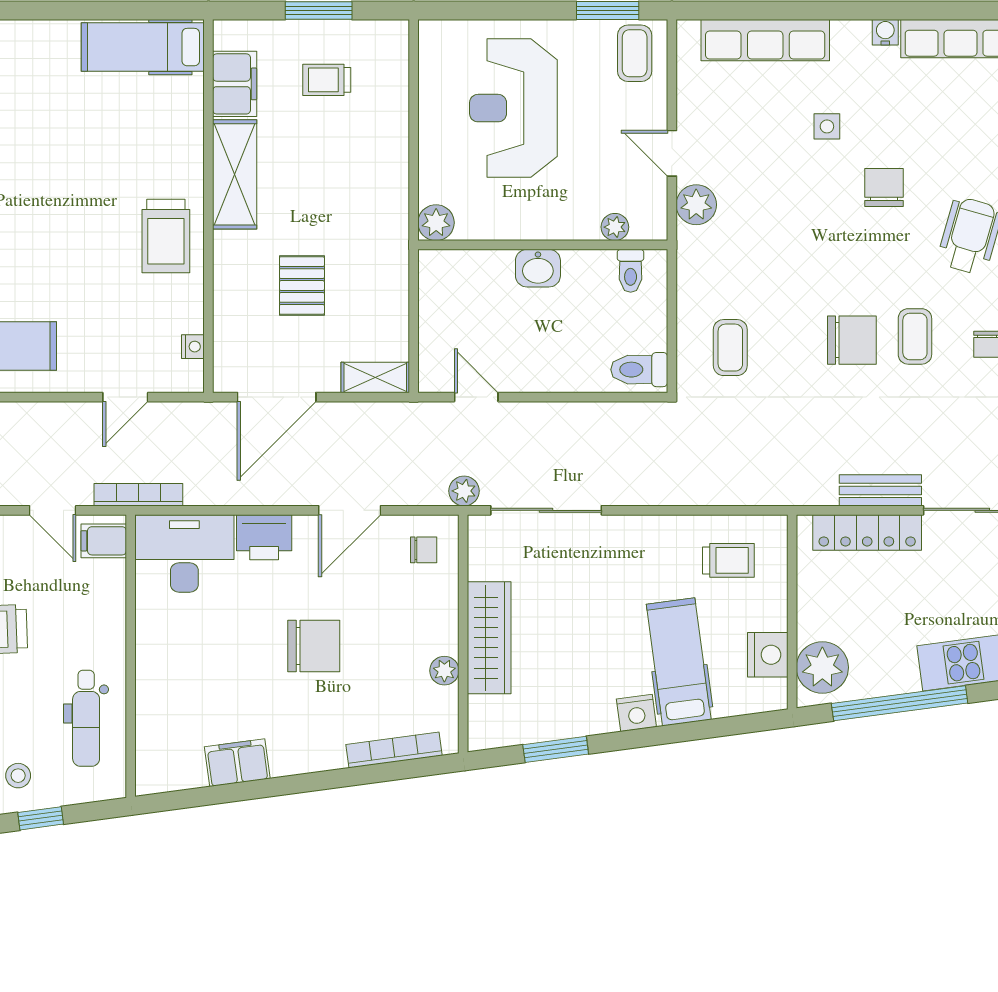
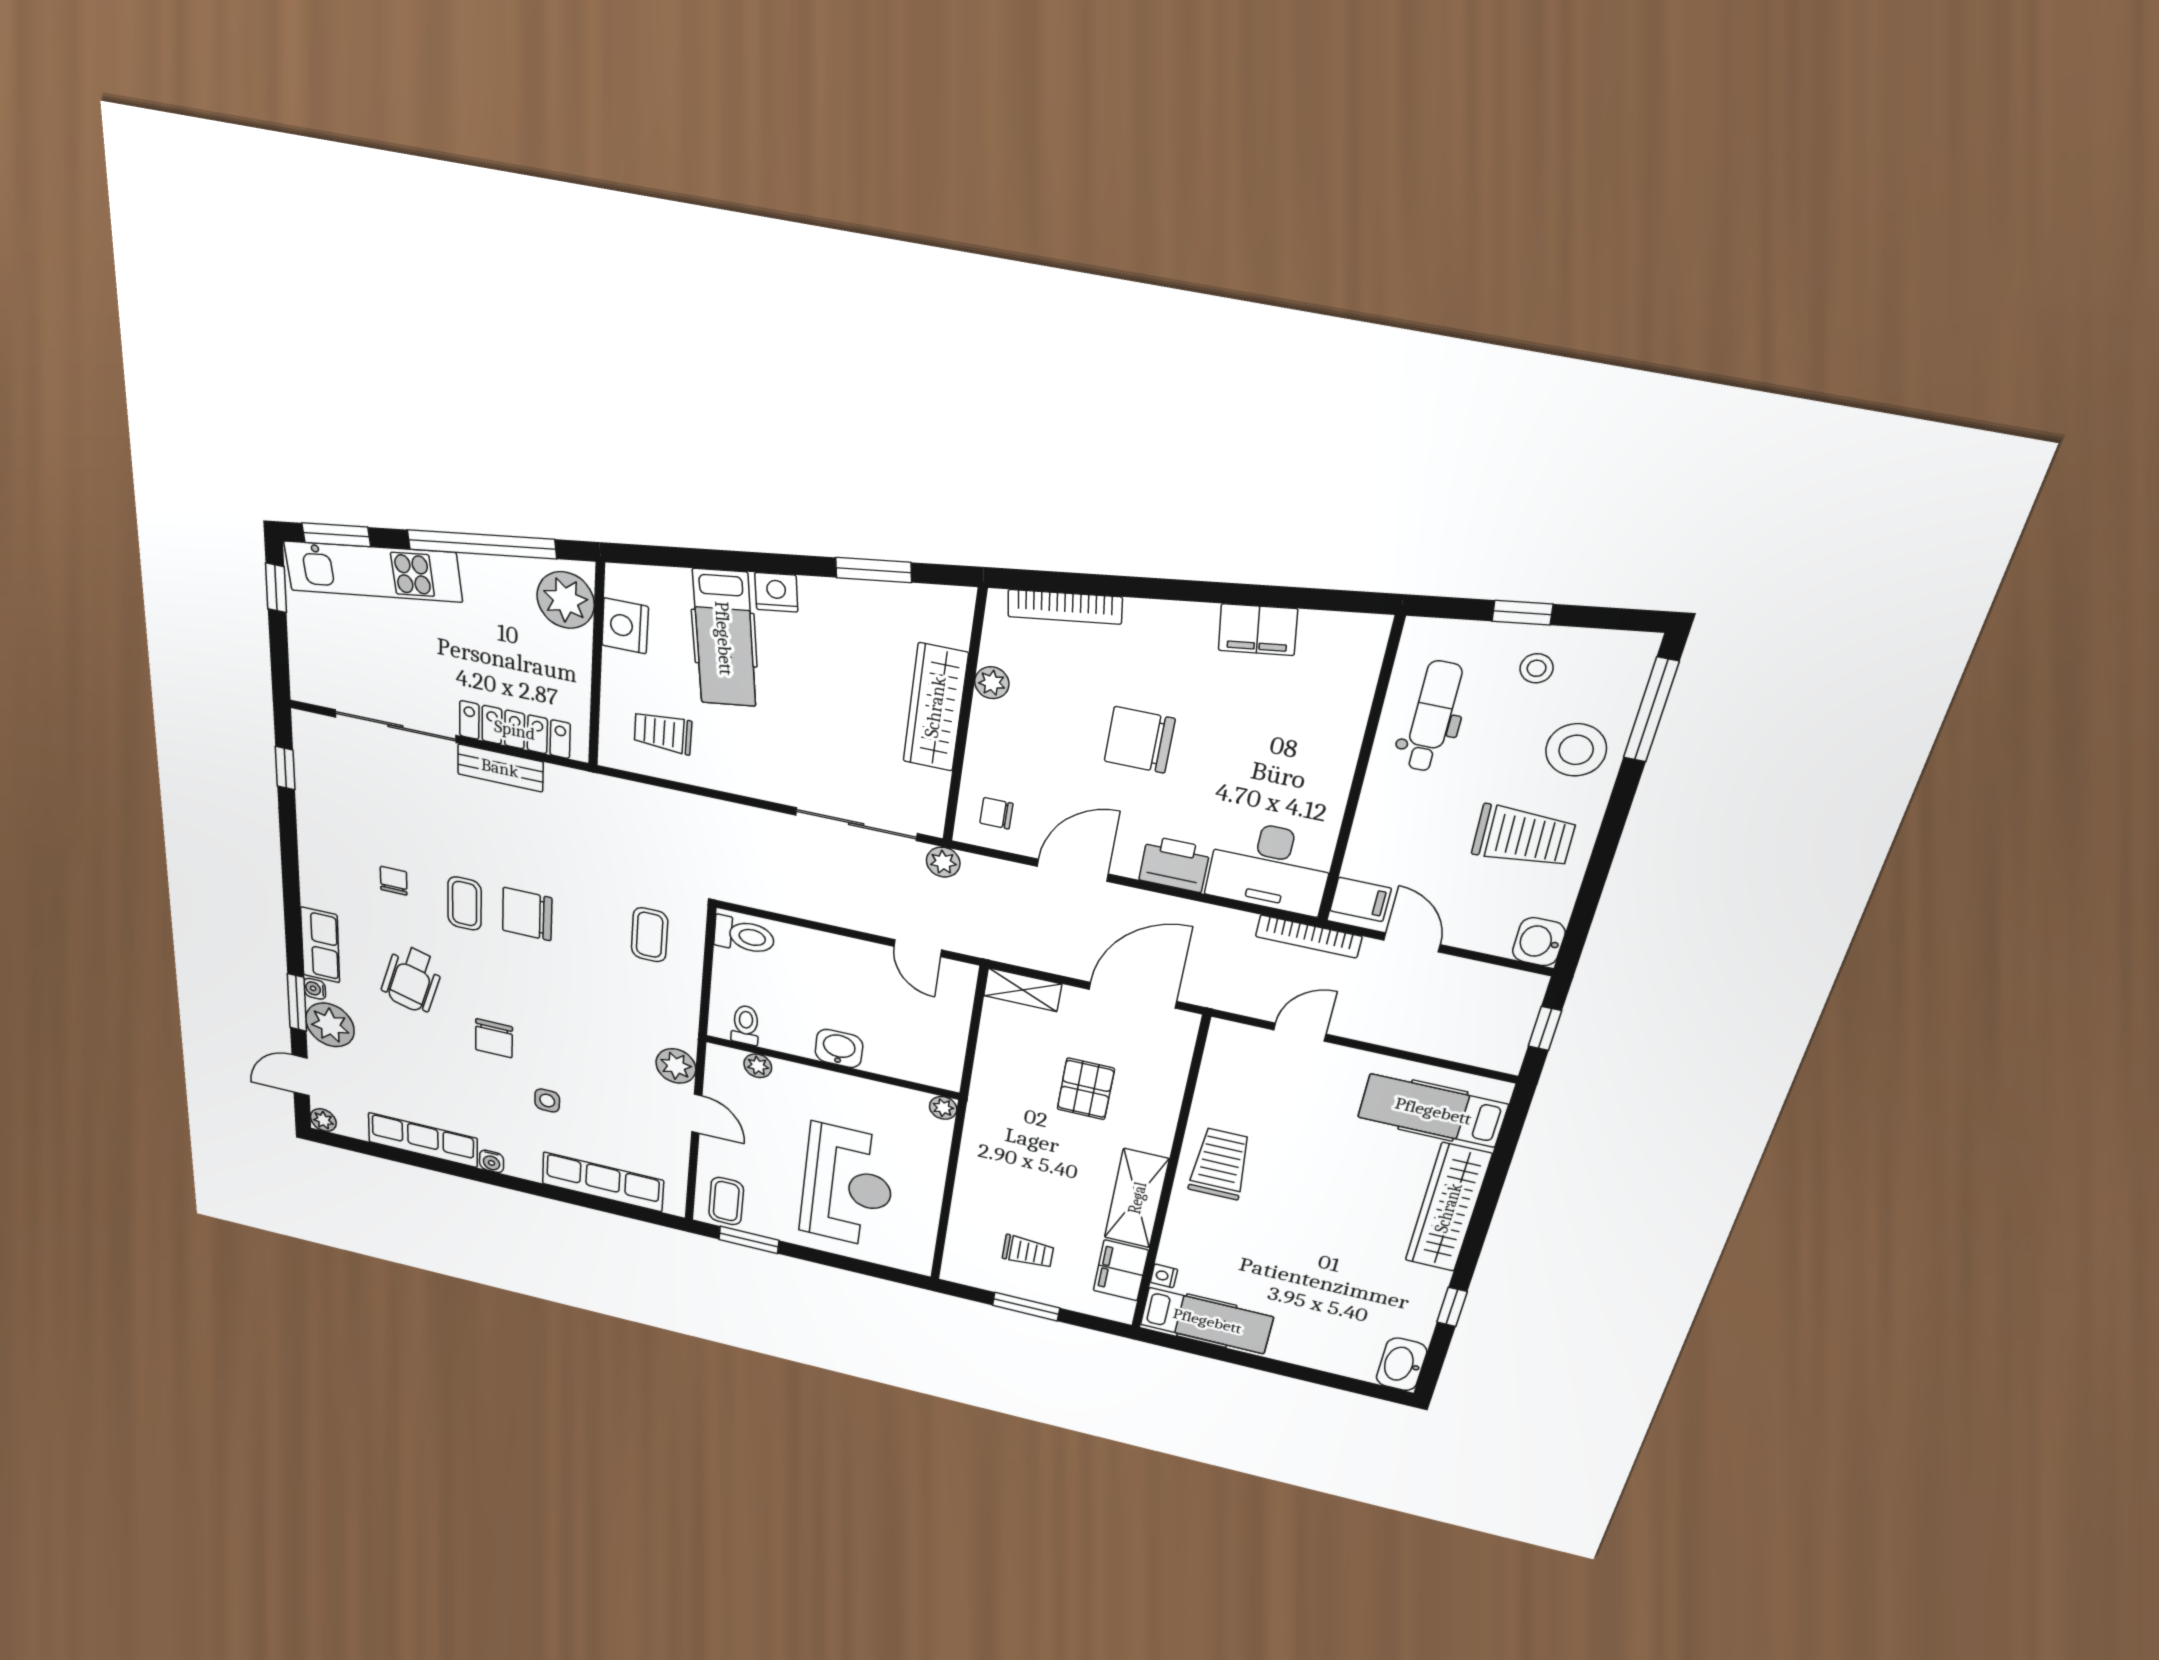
plant: (436, 223) -> (943, 1108), width x0.73, depth x0.73
nightstand: (193, 347) -> (1164, 1276), moved

